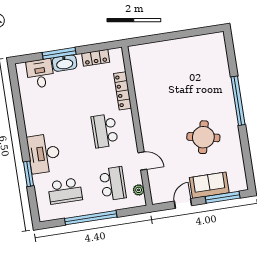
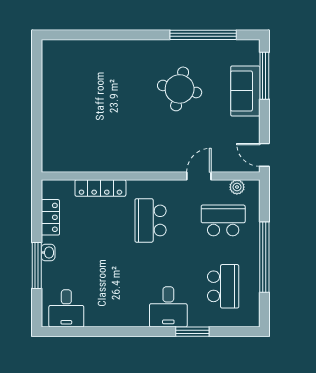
washbasin: (65, 63) -> (48, 253), width x0.52, depth x0.69
desk: (40, 73) -> (66, 308), moved, turned -90
window: (238, 101) -> (203, 35), moved
school desk: (105, 131) -> (151, 220), turned 90
desk: (44, 154) -> (168, 307), width x0.73
door: (183, 203) -> (264, 155), moved

